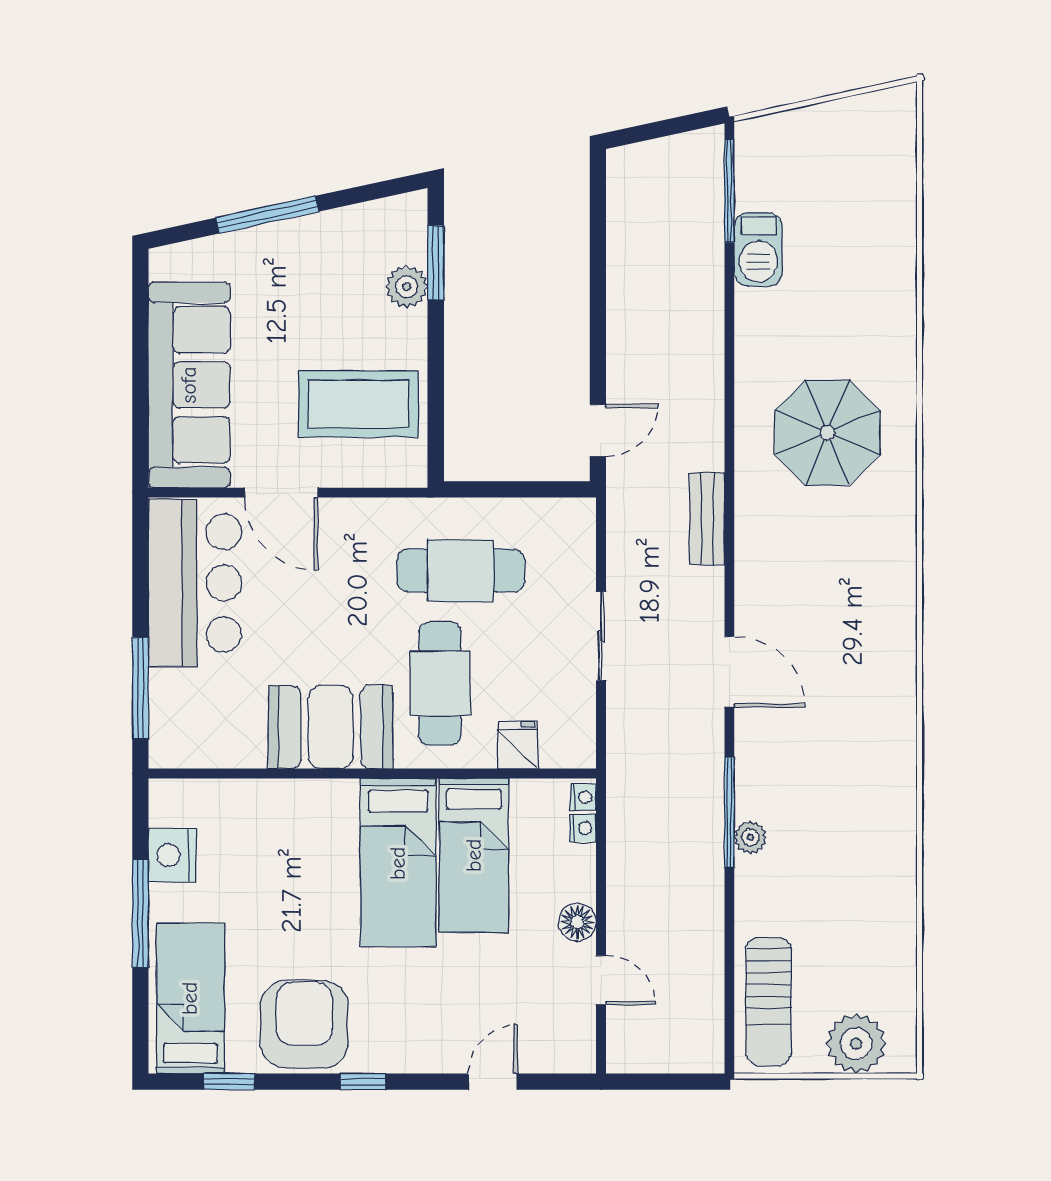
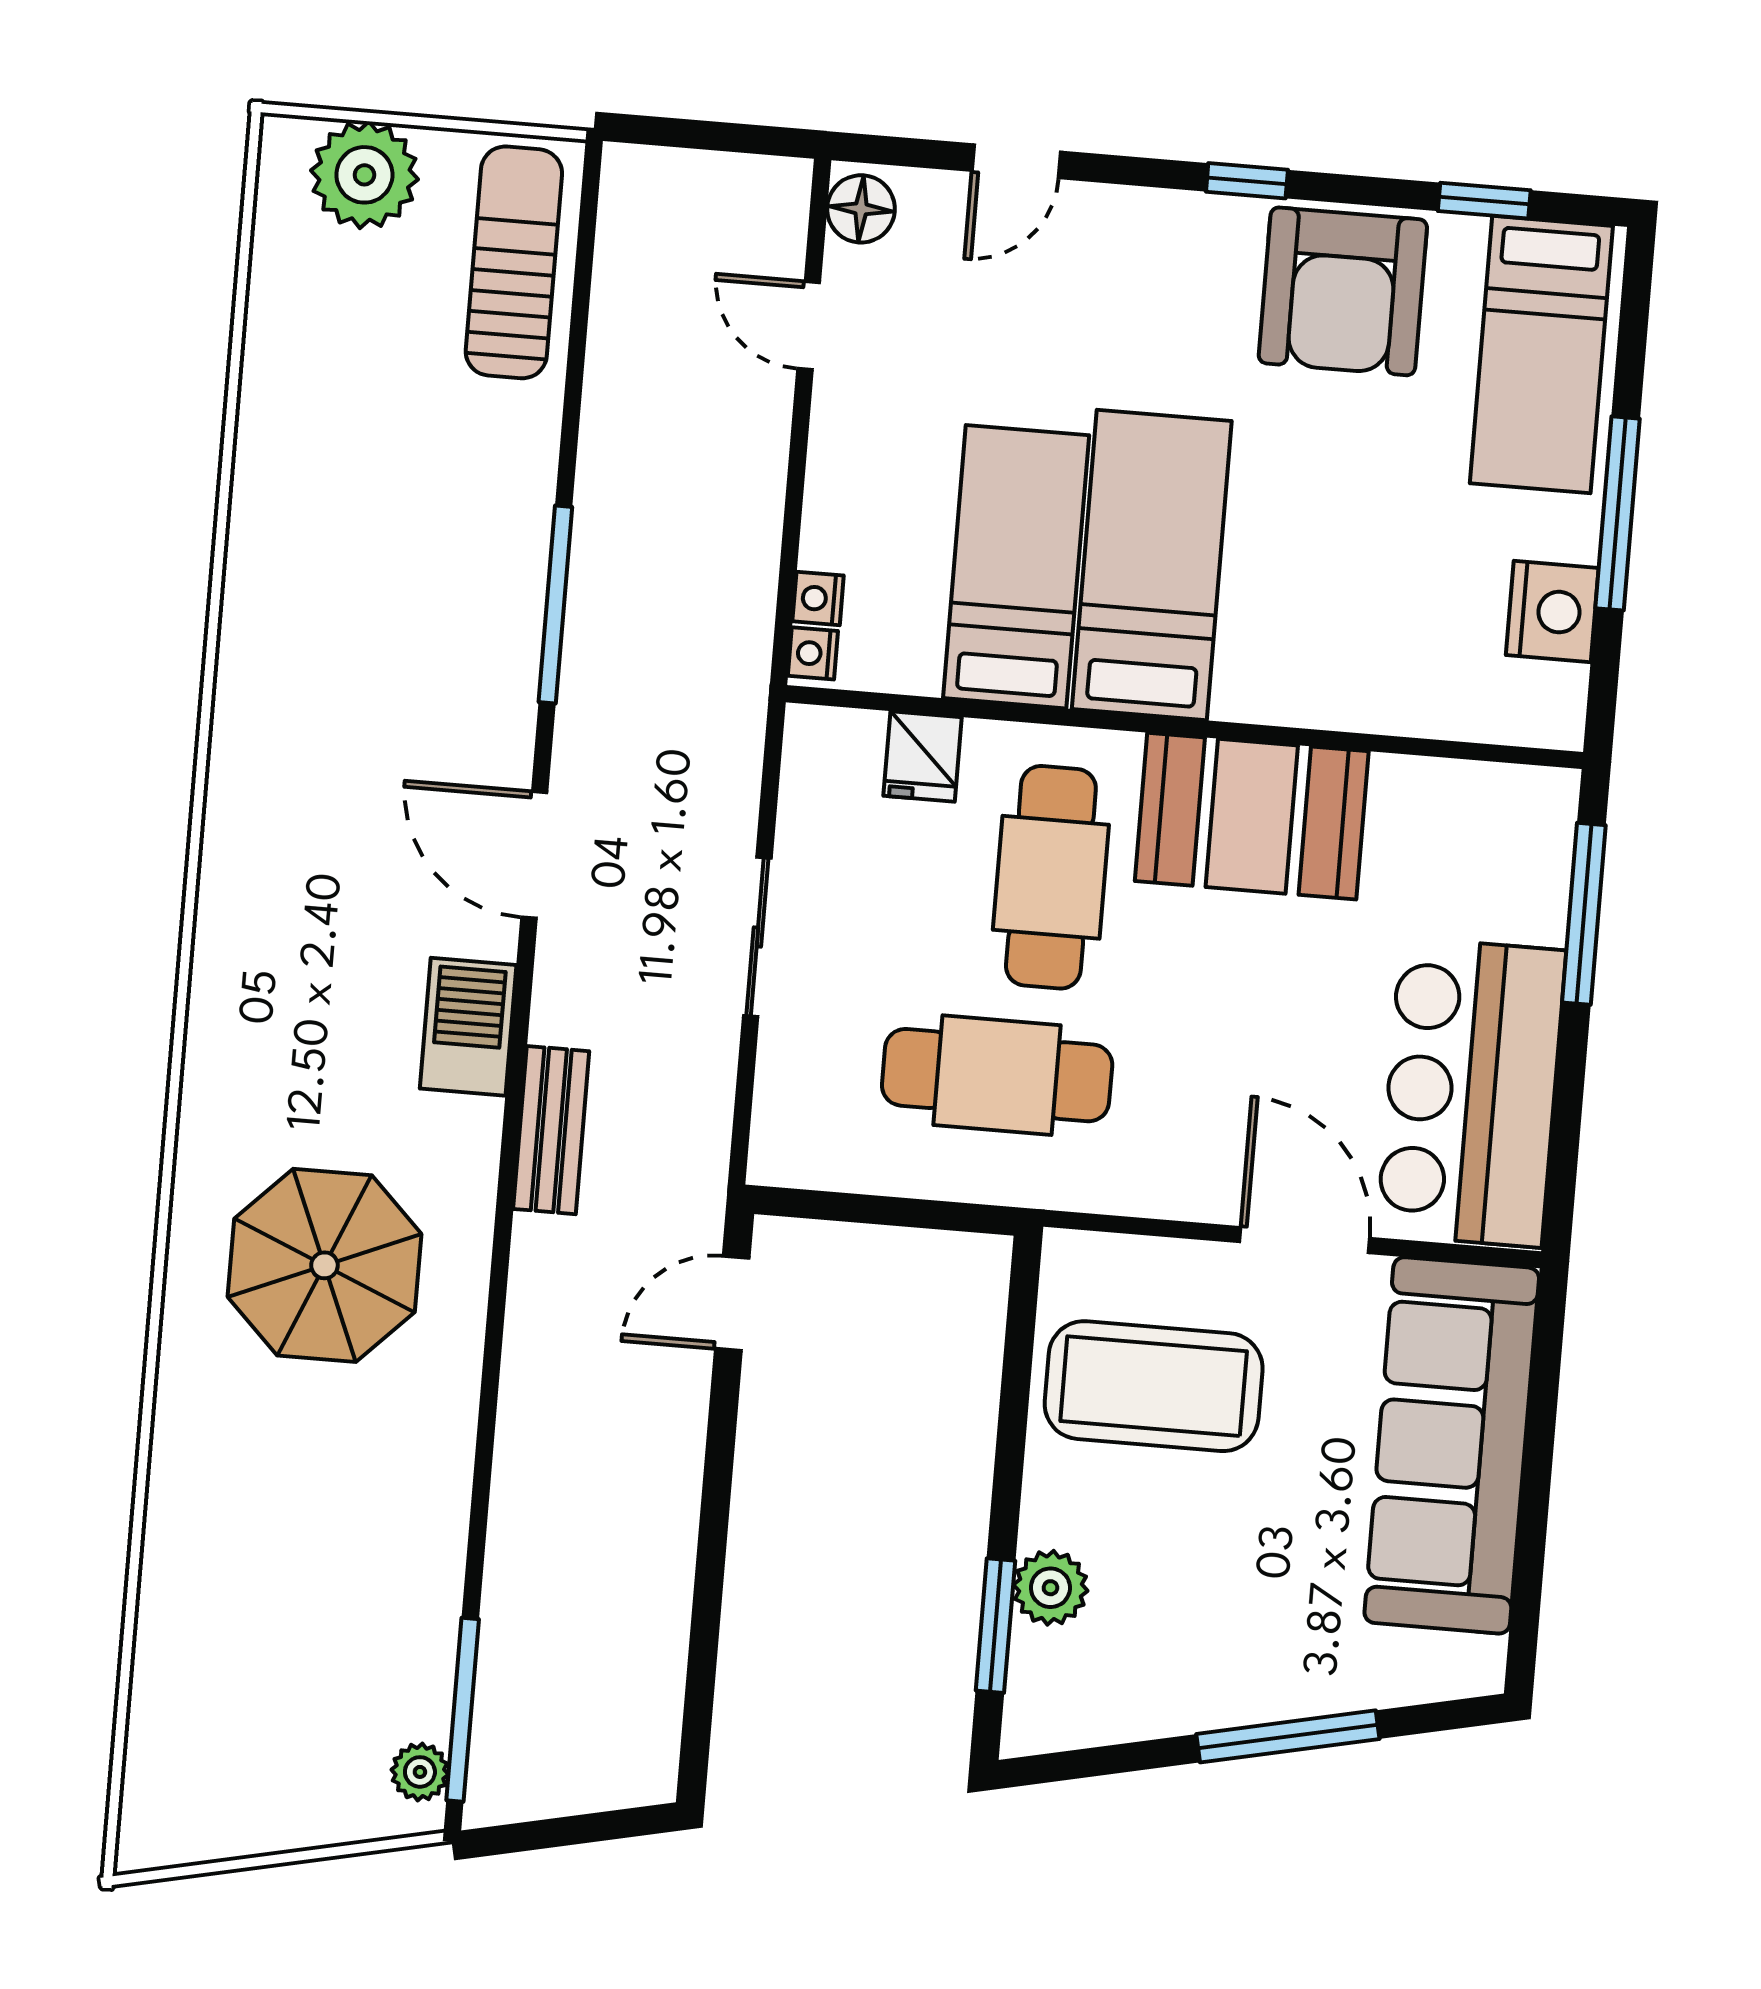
barbecue: (758, 250) -> (468, 1027), moved
plant: (750, 837) -> (420, 1772), moved
floor lamp: (577, 922) -> (861, 209), moved

